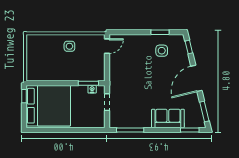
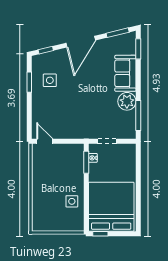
side table: (69, 46) -> (72, 201), moved
door: (196, 78) -> (81, 42), hinge flipped
plant: (143, 120) -> (127, 101), added

